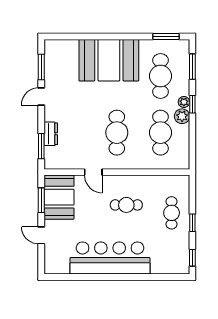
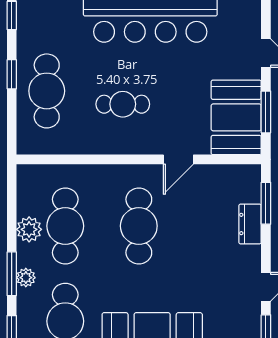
window: (192, 104) -> (12, 274), width x1.50
plant: (182, 116) -> (29, 229), moved
door: (93, 172) -> (178, 159), swing flipped
cafe table: (172, 213) -> (47, 91), width x1.37, depth x1.35

